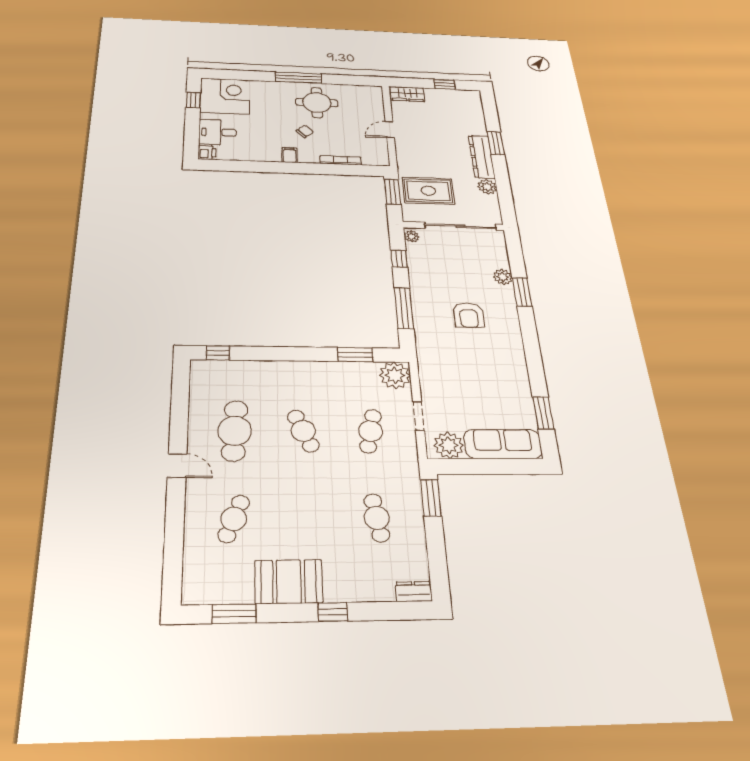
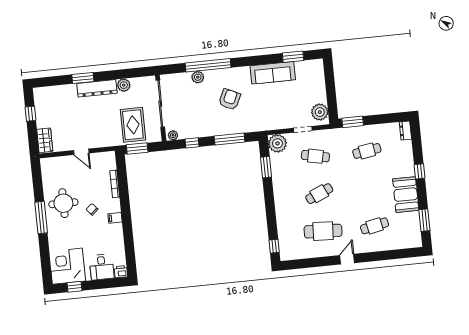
window: (522, 292) -> (208, 65), width x2.11
armchair: (469, 315) -> (230, 99), turned -65
sofa: (503, 444) -> (273, 73), moved, turned -90
cafe table: (234, 519) -> (375, 226), turned -33

